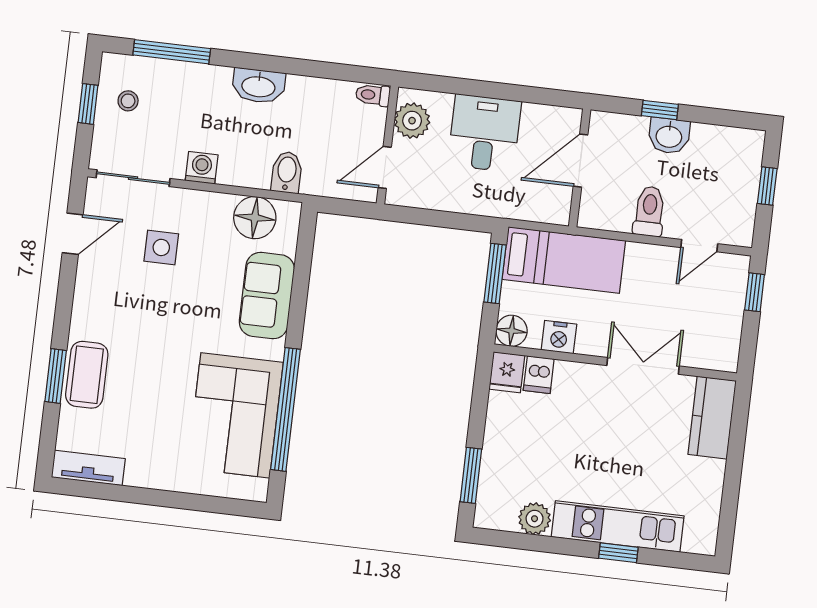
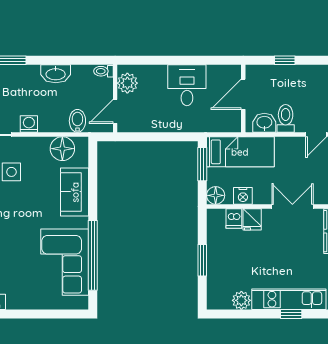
toilet: (373, 95) -> (103, 71), moved
plant: (412, 121) -> (127, 83), moved
washbasin: (669, 136) -> (264, 123), moved, turned 180
wall: (387, 145) -> (115, 99), moved
door: (385, 167) -> (115, 111), moved
fridge: (507, 372) -> (252, 219), moved
window: (471, 475) -> (202, 260), moved

